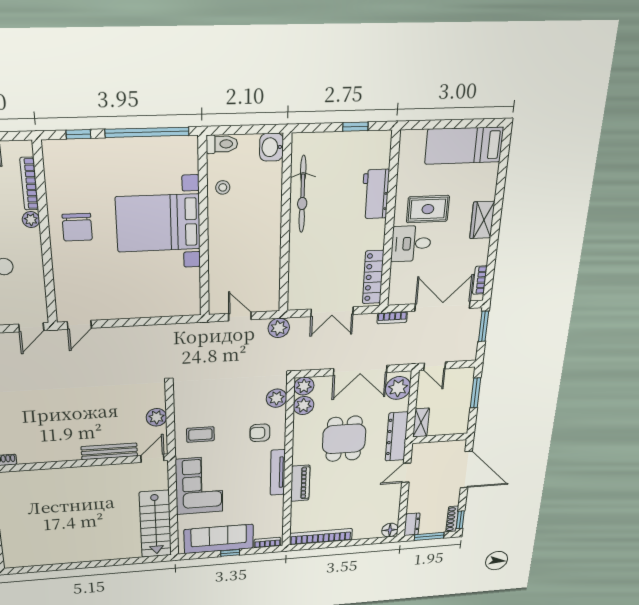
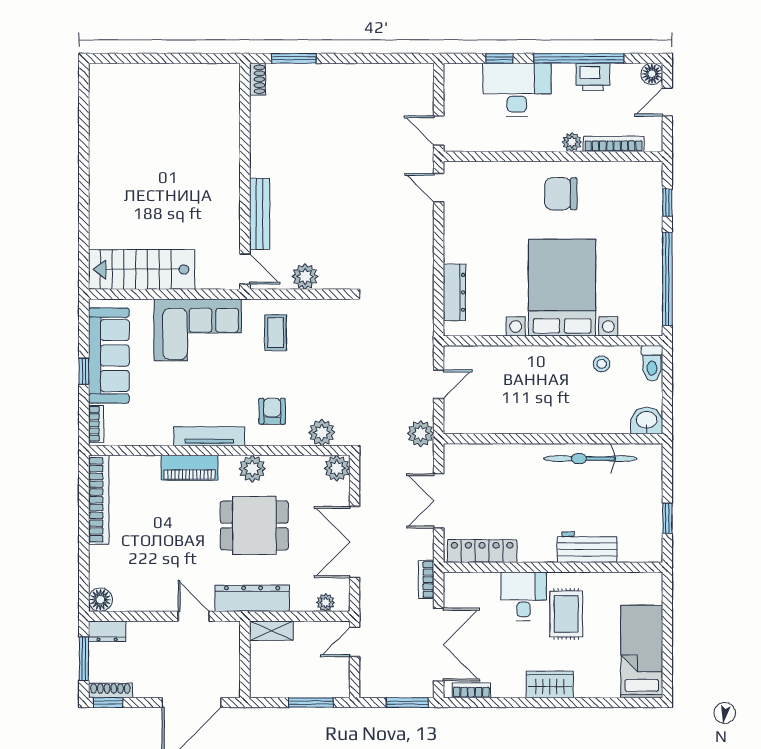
dresser: (165, 308) -> (454, 292), added
plant: (398, 388) -> (326, 603), width x0.53, depth x0.53
plant: (304, 405) -> (252, 469), moved

